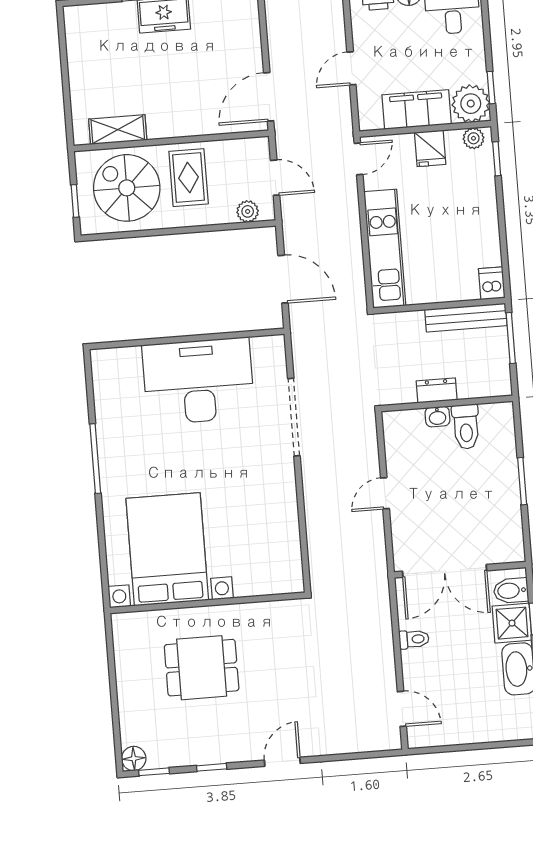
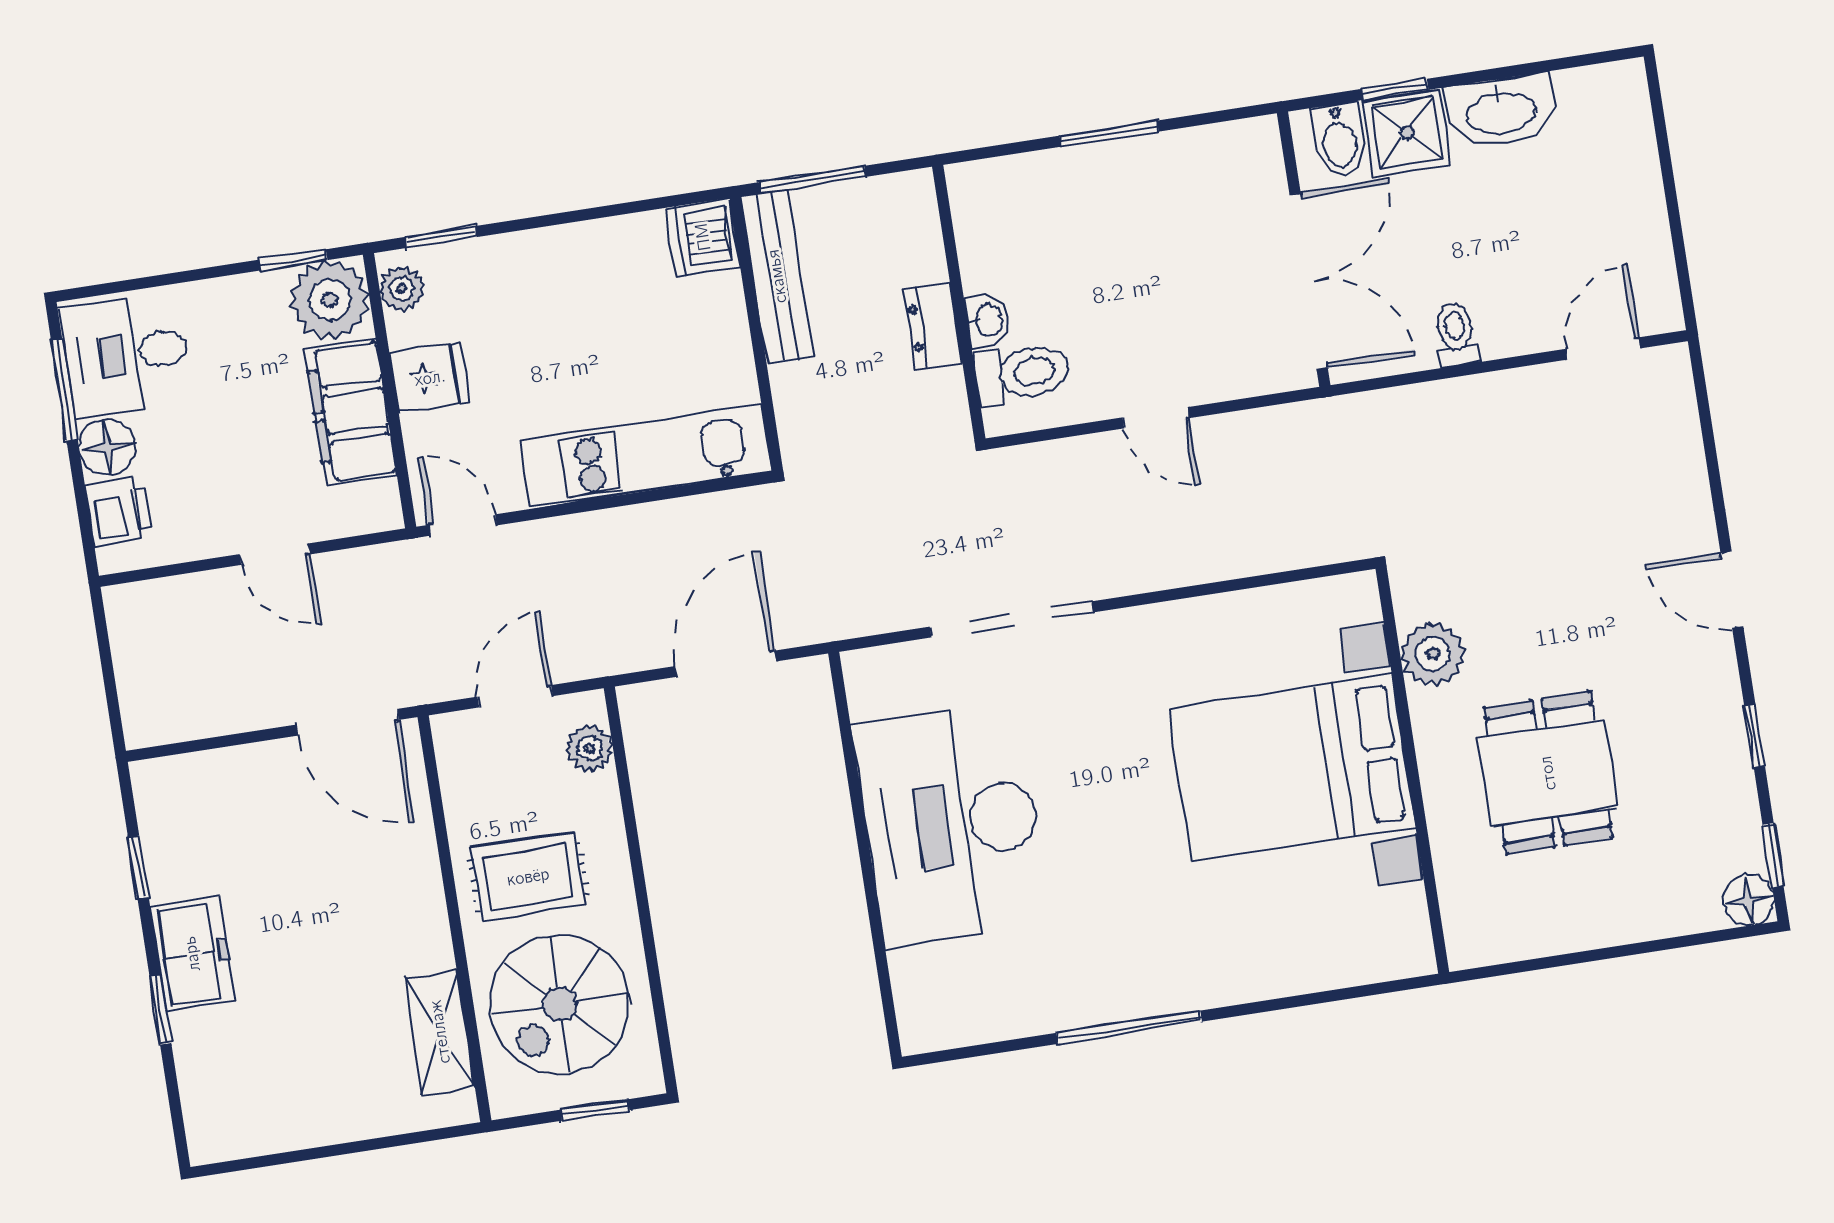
dishwasher: (492, 283) -> (703, 237), width x1.38
toilet: (466, 427) -> (1022, 373), moved
bed with nightstands: (167, 549) -> (1292, 767), moved
plant: (262, 617) -> (1433, 654), added

